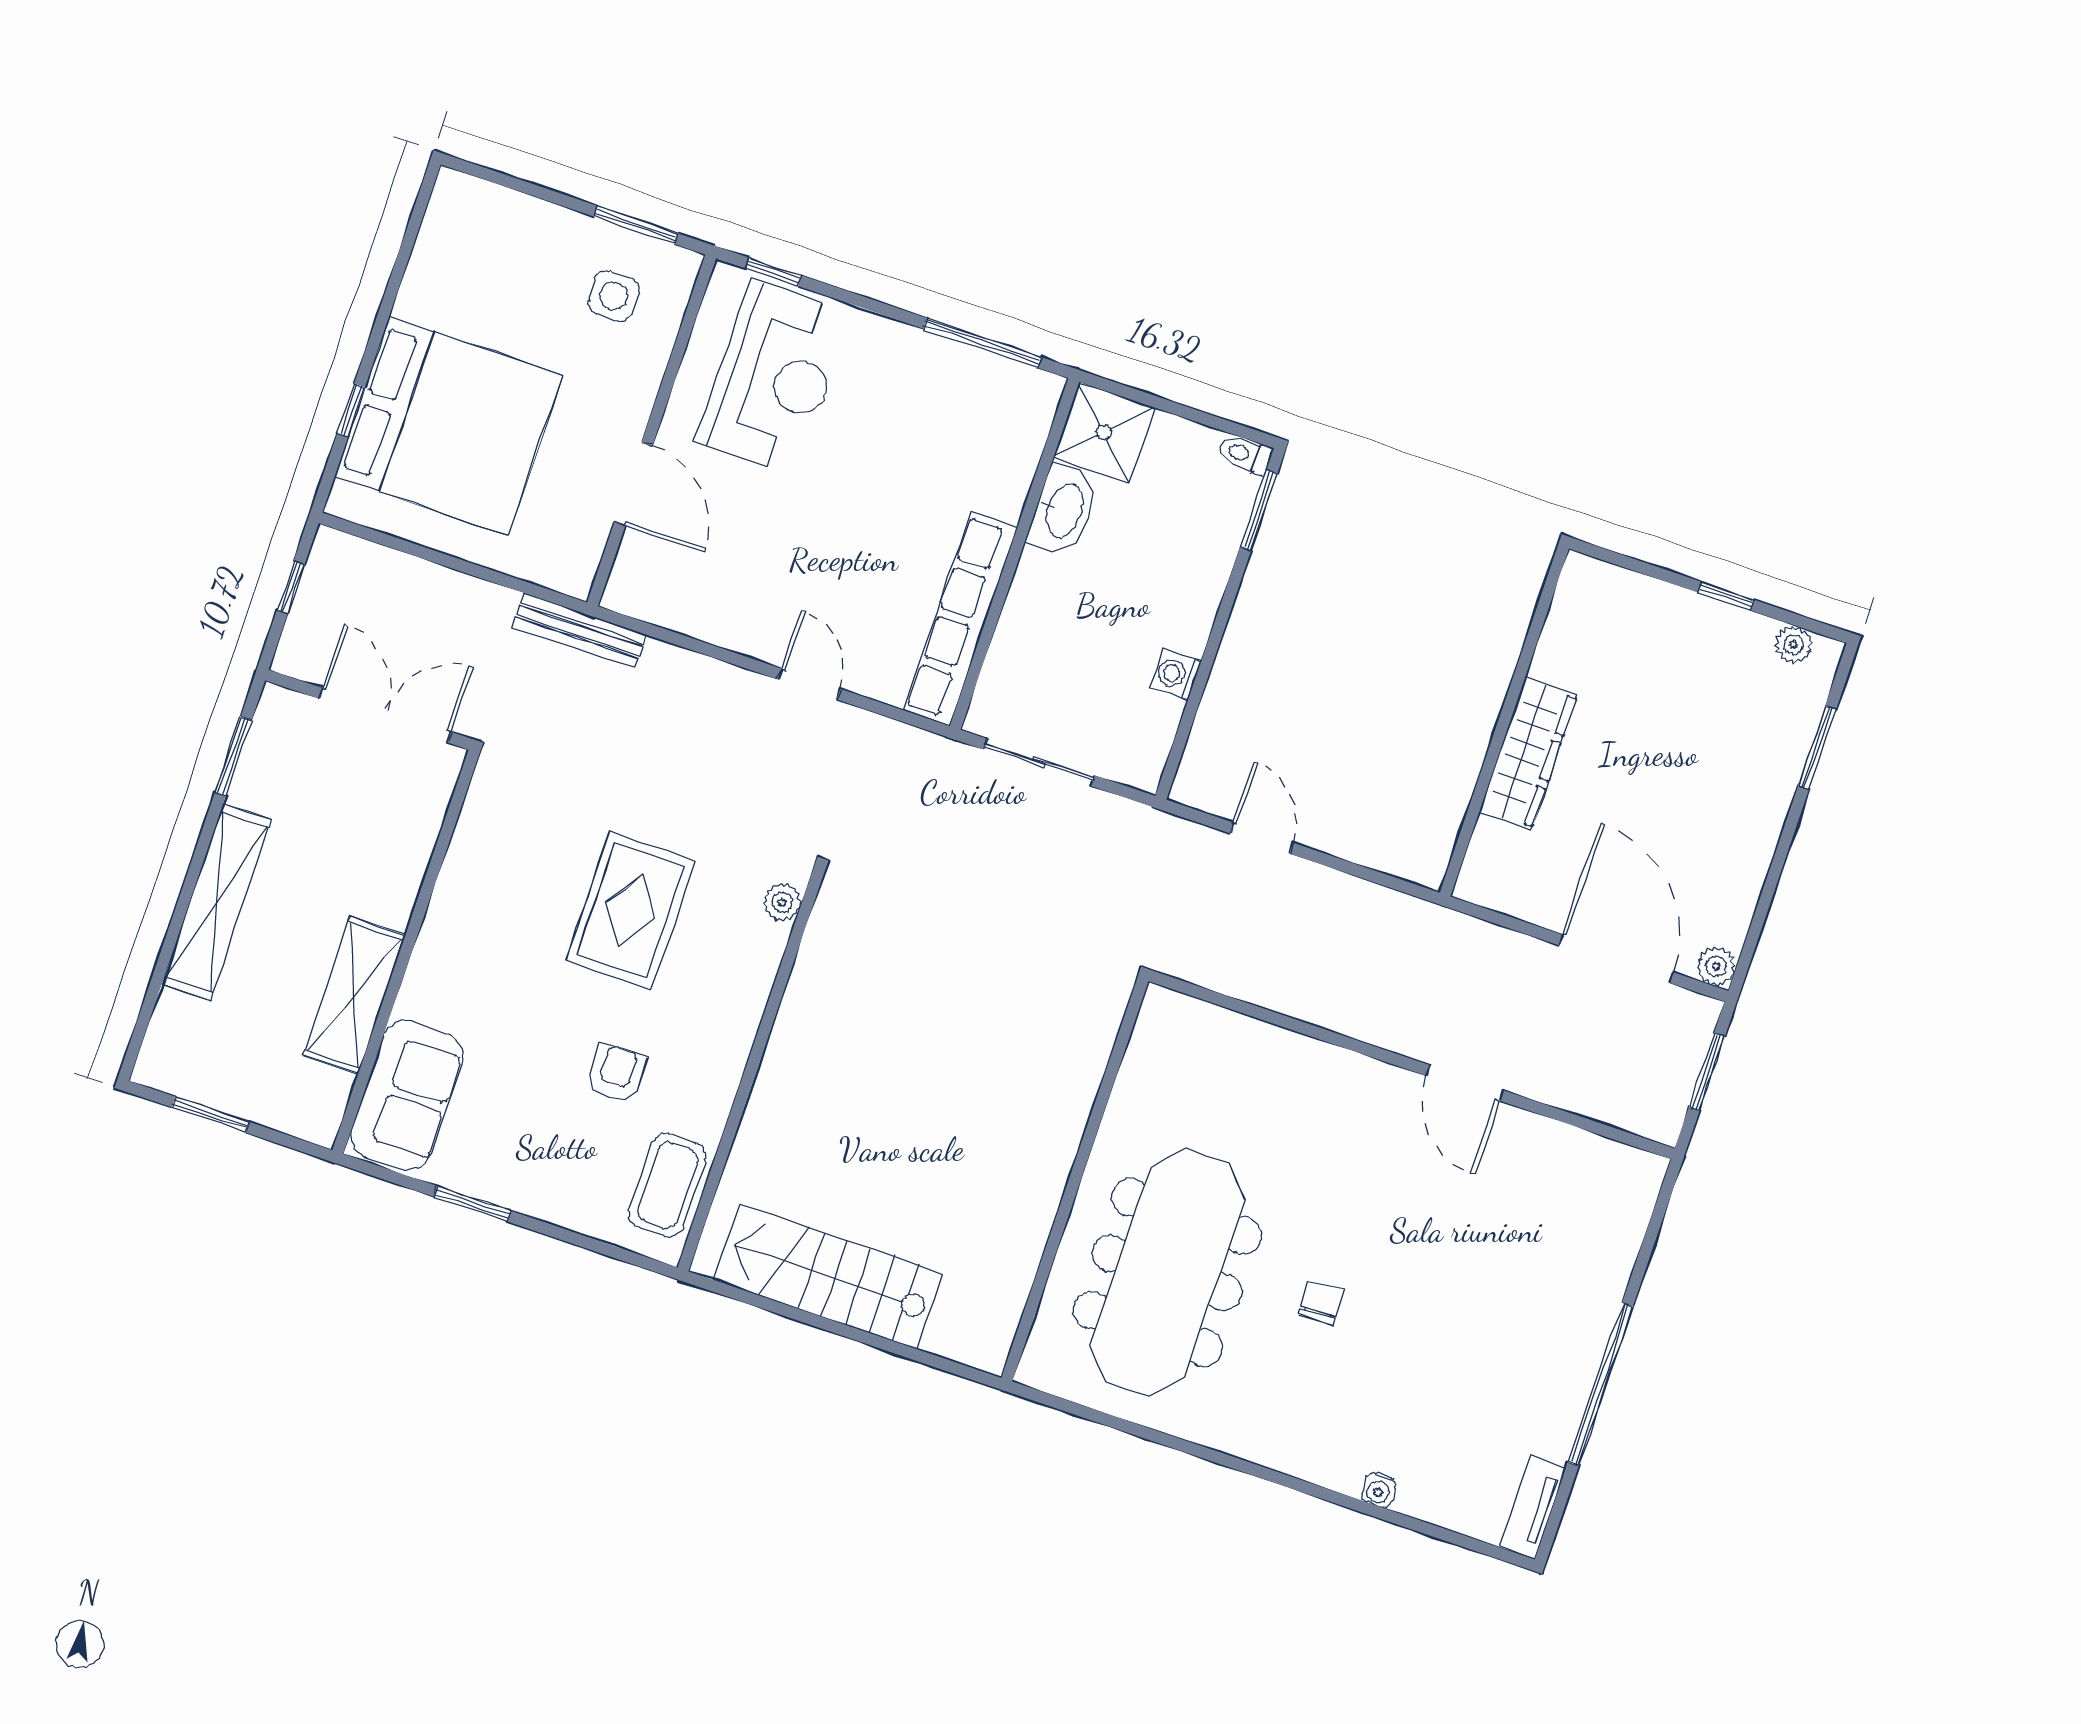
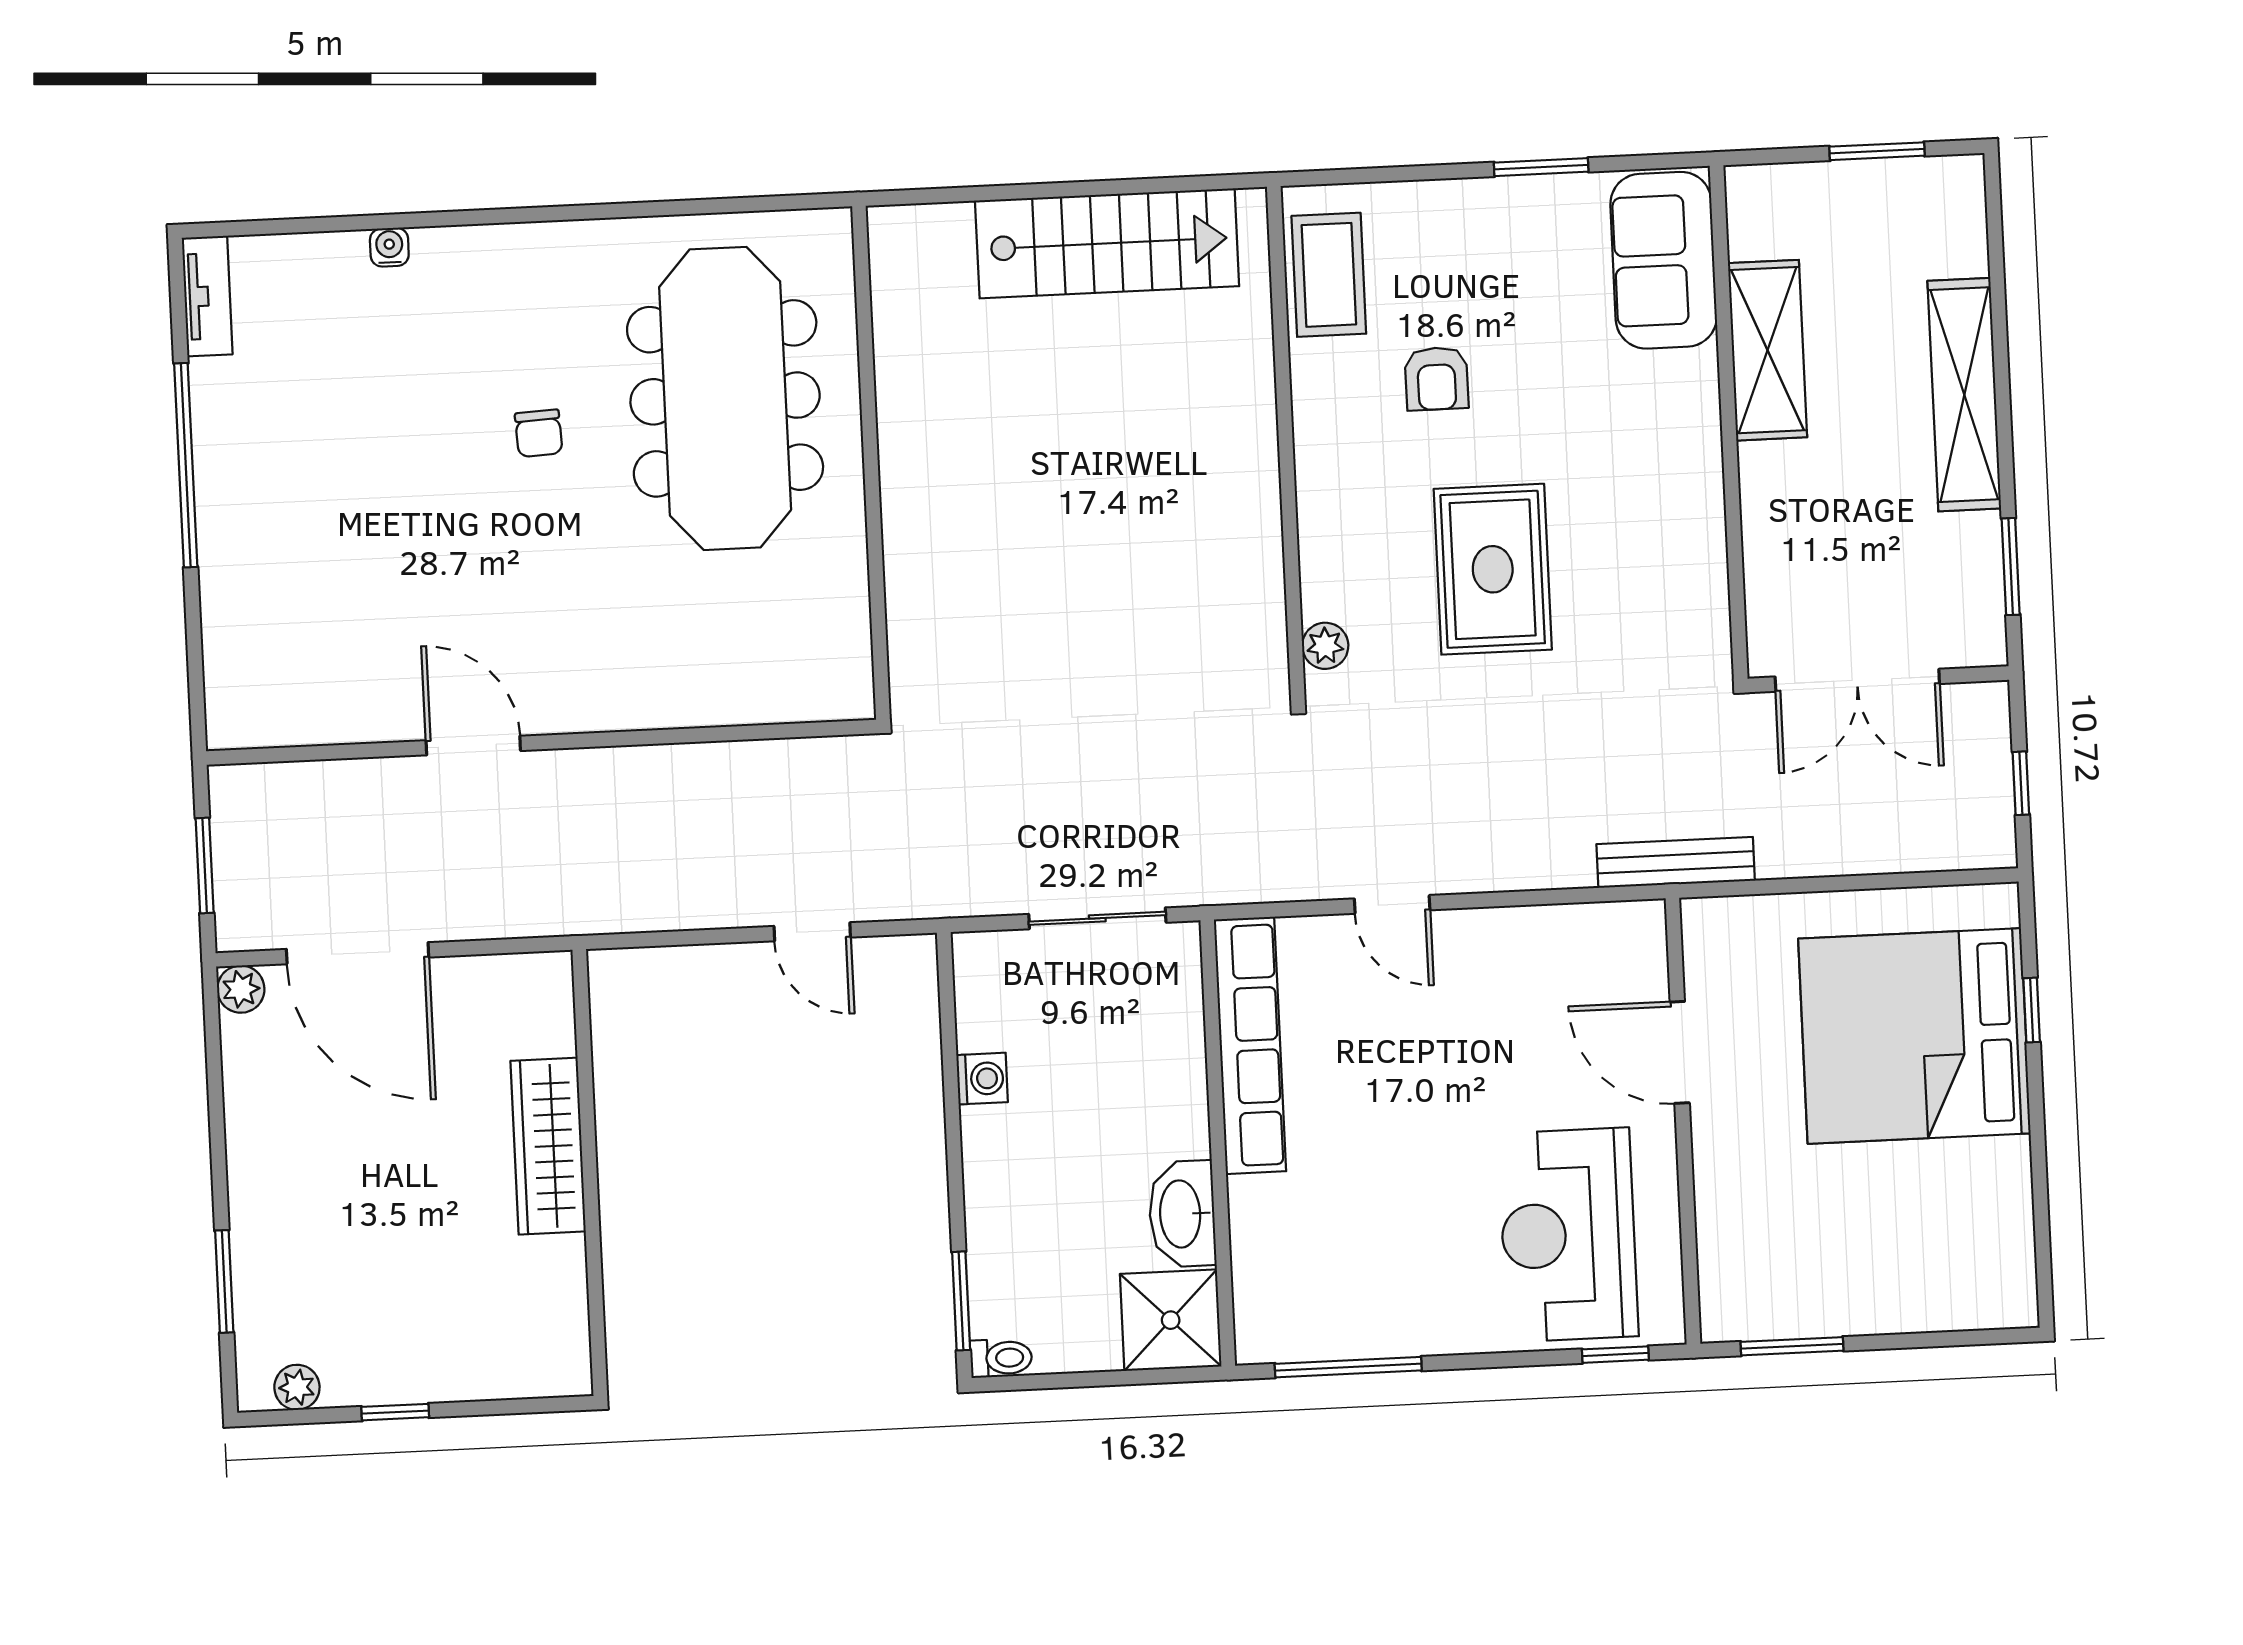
side table: (614, 296) -> (1786, 1256), removed

